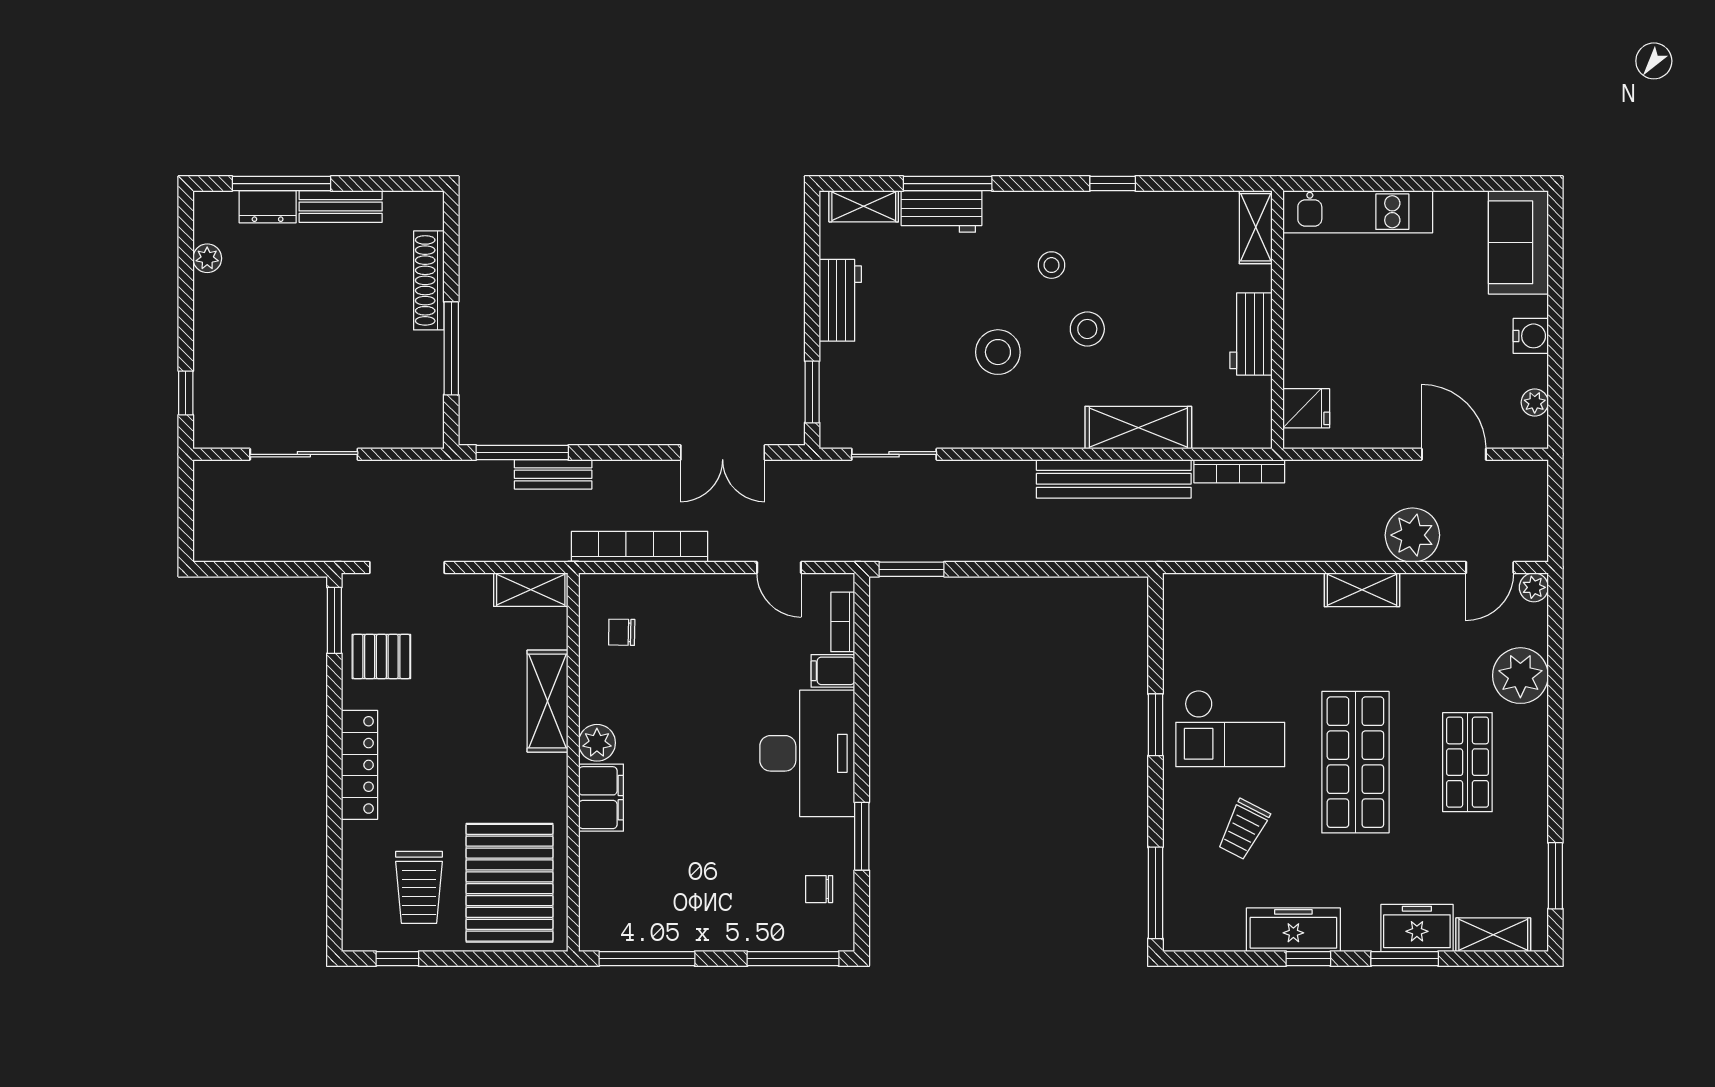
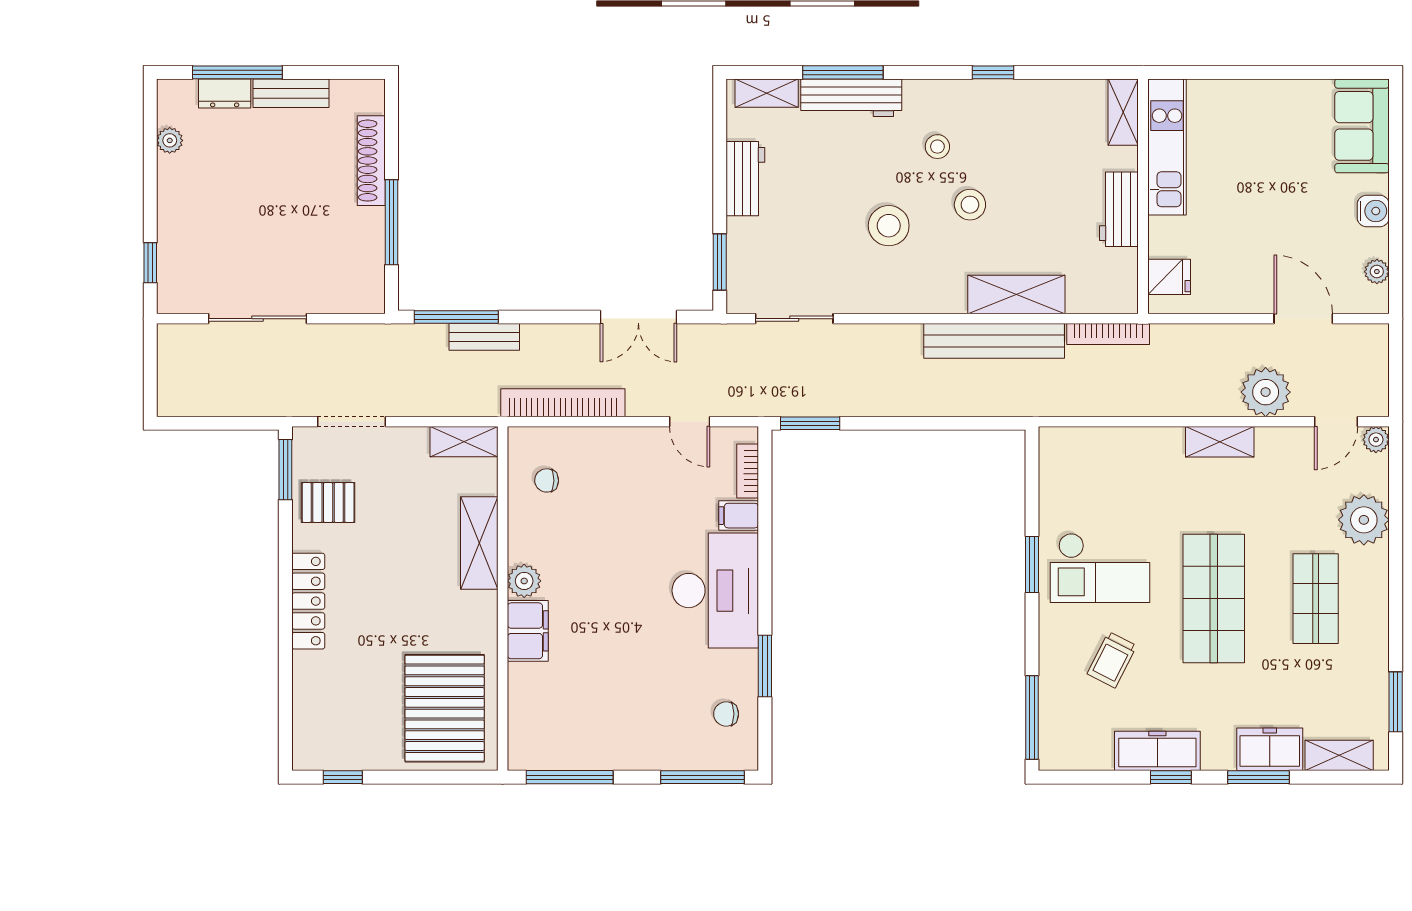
workbench: (942, 211) -> (851, 98), width x1.38
kitchen unit: (1358, 212) -> (1167, 147), moved, turned -90
trolley: (419, 887) -> (362, 712), removed

